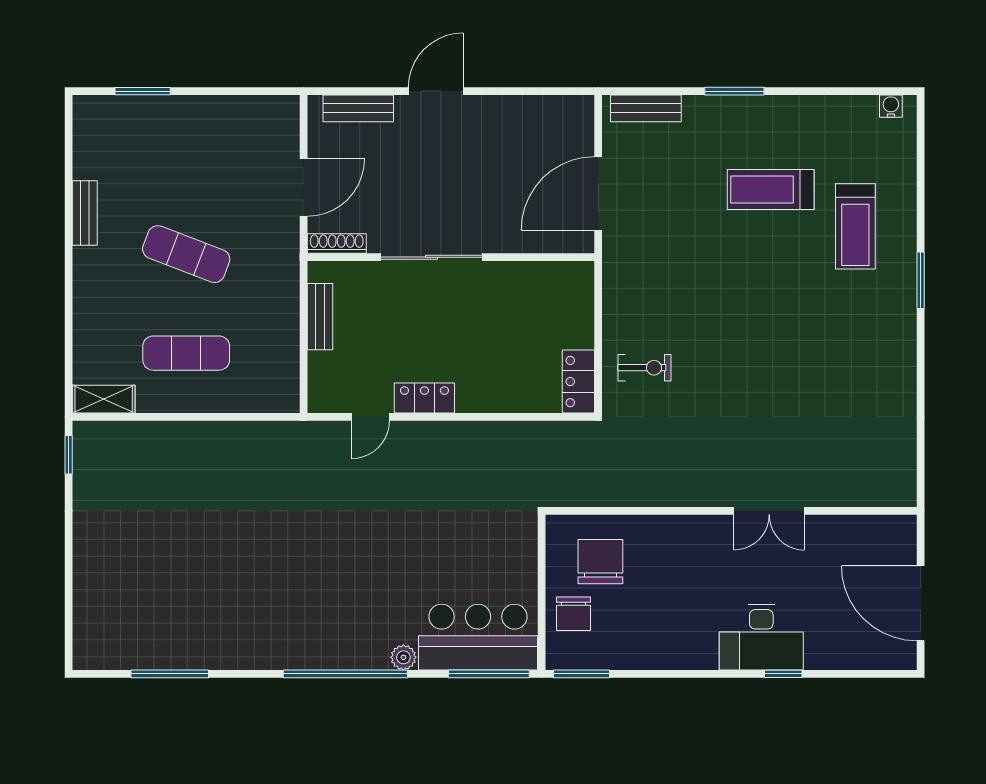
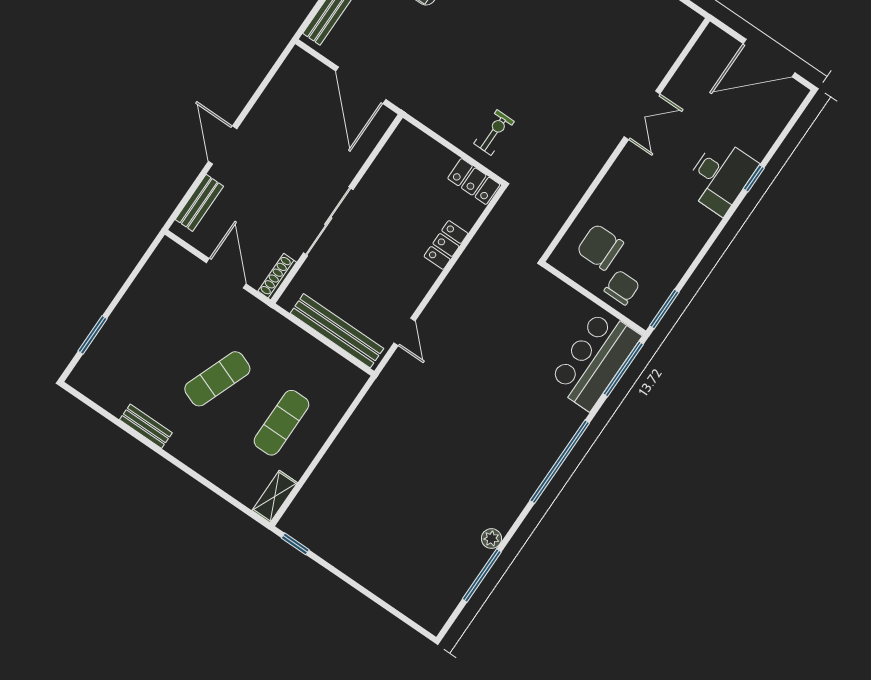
bench: (320, 317) -> (337, 331), width x1.86, depth x1.21
locker: (424, 398) -> (446, 245), moved
chair: (573, 614) -> (622, 288), turned -90
plant: (403, 657) -> (491, 539), moved

